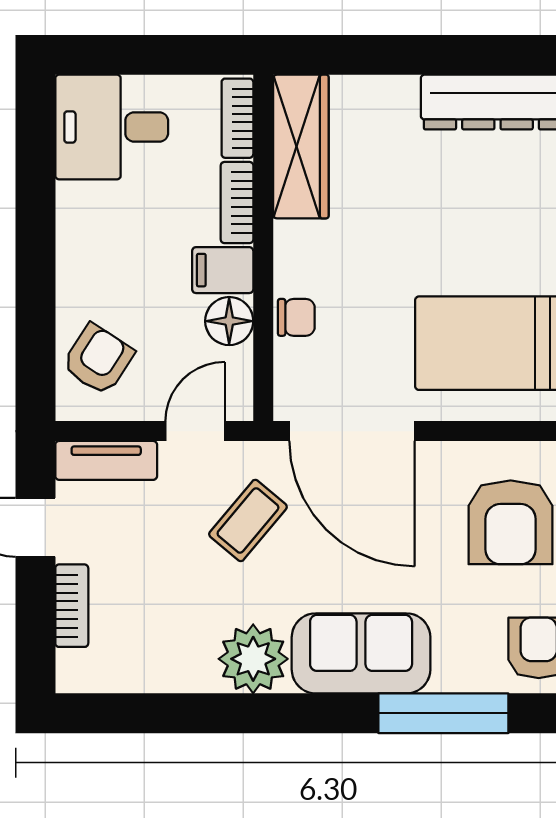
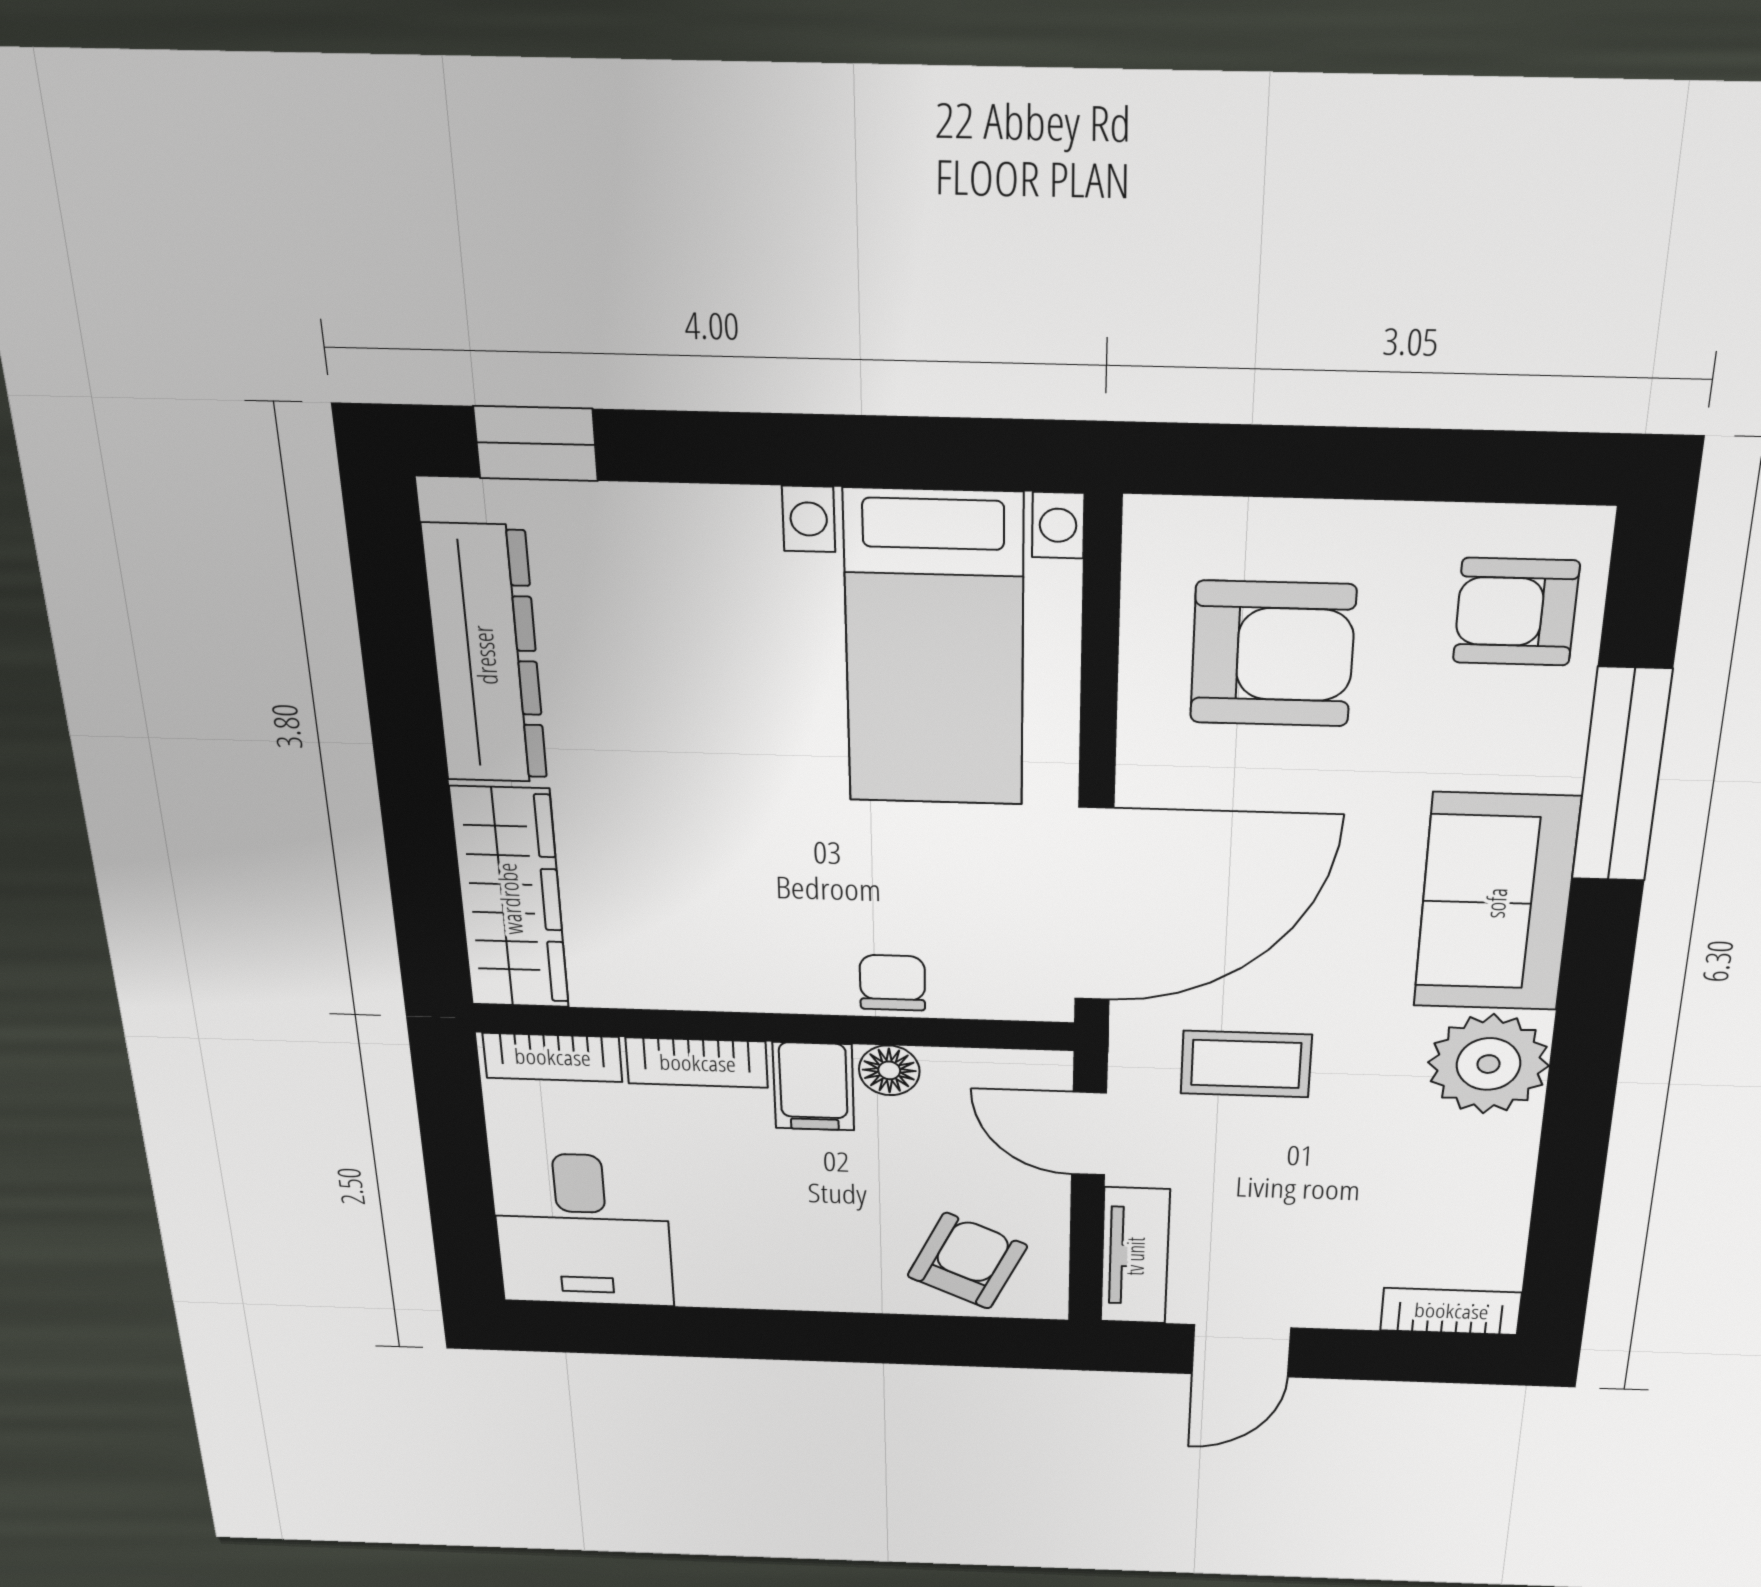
wardrobe: (301, 147) -> (510, 899), moved, turned 90
floor lamp: (229, 321) -> (889, 1070), width x0.73, depth x0.73
armchair: (98, 359) -> (967, 1261), turned 82
coffee table: (248, 520) -> (1246, 1064), turned -40
bookcase: (72, 606) -> (1451, 1311), moved

